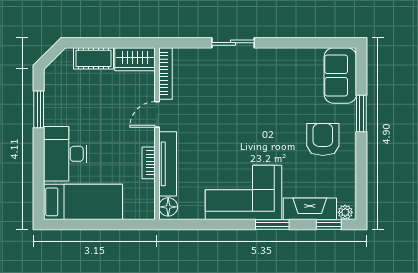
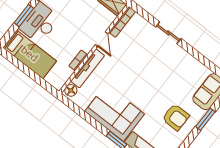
door: (157, 114) -> (102, 39), swing flipped
armchair: (323, 139) -> (176, 117), turned 90
window: (39, 160) -> (24, 15), added

